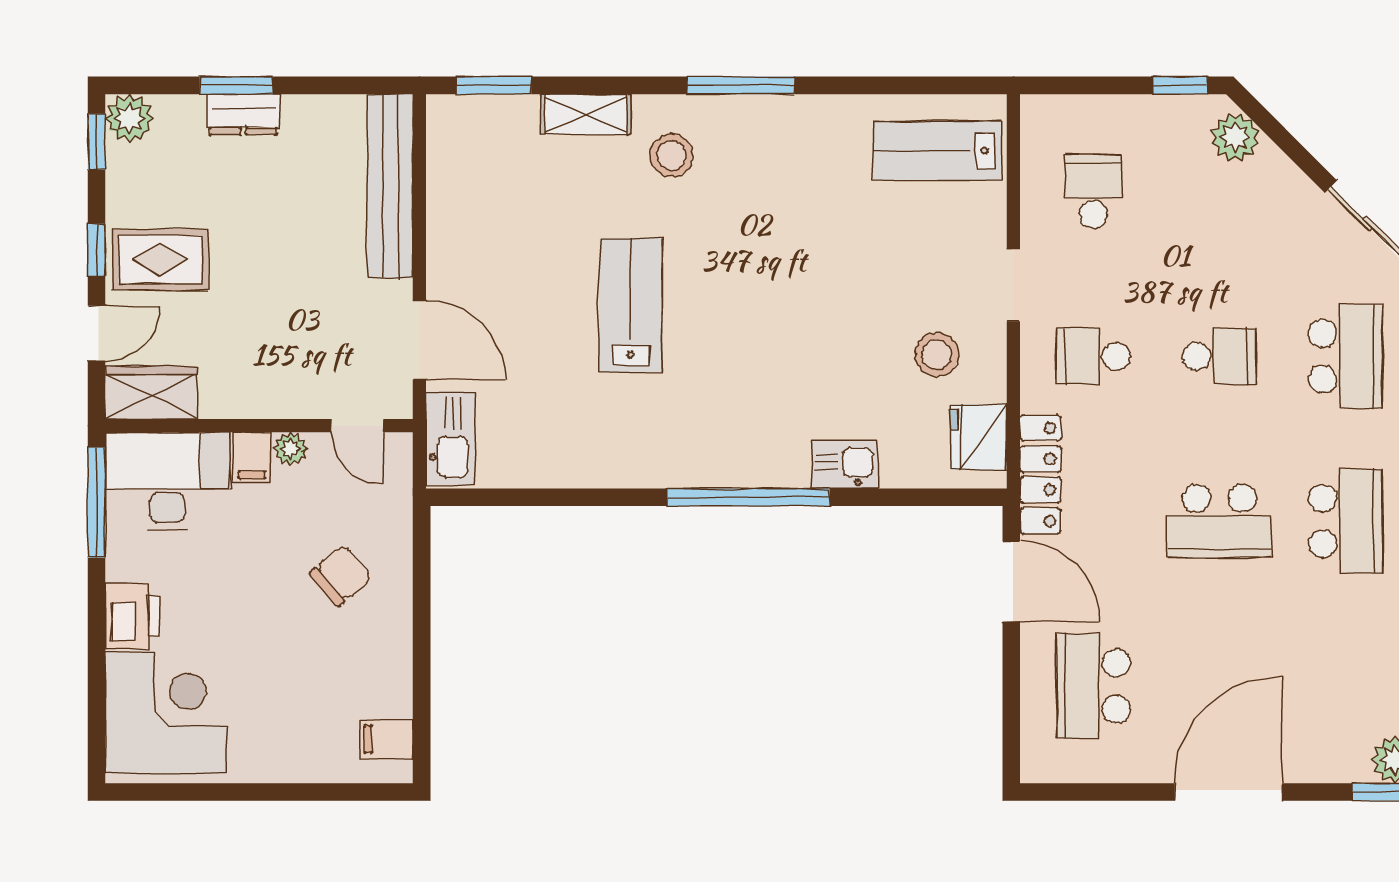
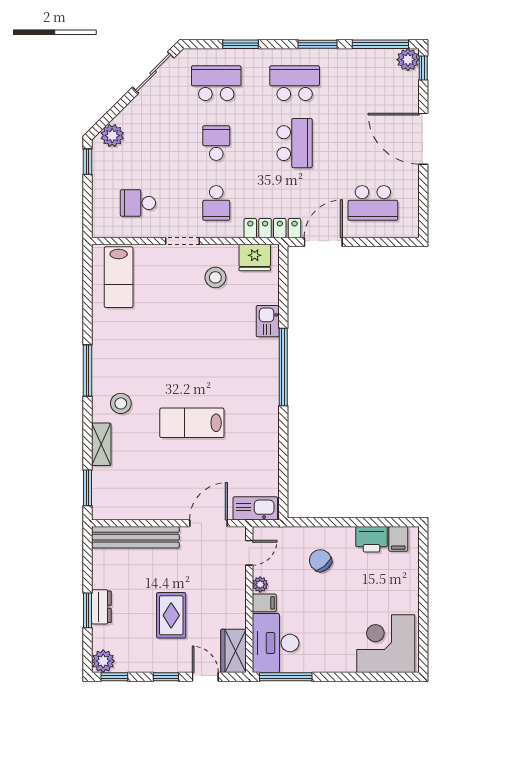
rug: (160, 260) -> (171, 615), moved
printer: (132, 616) -> (372, 539), moved, turned 180

